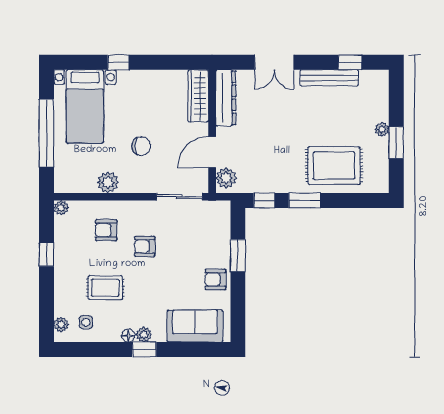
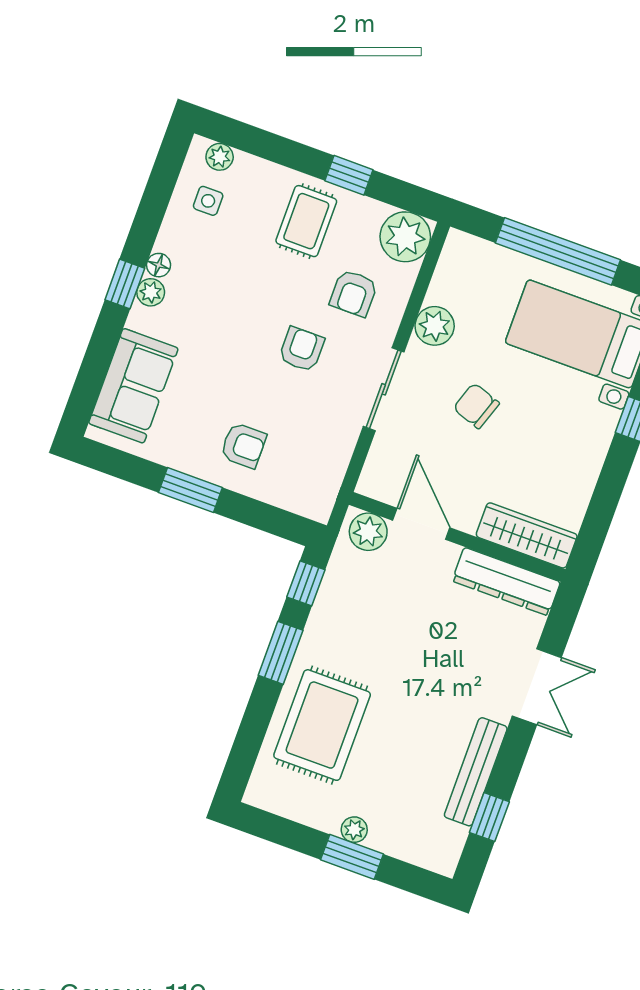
double door: (274, 62) -> (537, 687), swing flipped
window: (396, 143) -> (352, 857), moved
chair: (141, 146) -> (476, 406), turned 109
sliding door: (179, 197) -> (384, 389), moved
plant: (61, 208) -> (405, 237), width x1.87, depth x1.87
armchair: (106, 230) -> (354, 293), turned 180
window: (238, 256) -> (190, 490), moved
armchair: (215, 279) -> (243, 445), moved, turned 90
rug: (105, 288) -> (306, 221), moved

